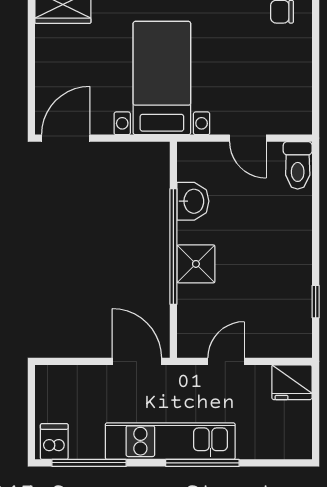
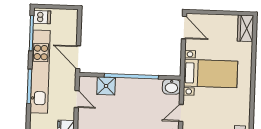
washbasin: (193, 201) -> (171, 87), moved
shower: (196, 264) -> (106, 86), moved
door: (137, 361) -> (78, 57), swing flipped
kitchen unit: (170, 441) -> (40, 72), width x1.36

